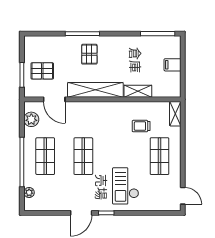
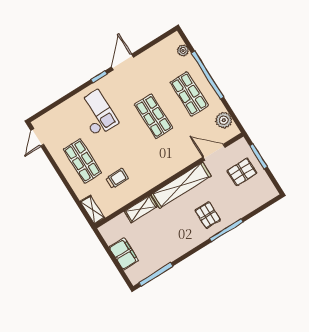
filing cabinet: (172, 65) -> (124, 254), width x2.00
door: (183, 196) -> (37, 138), hinge flipped

